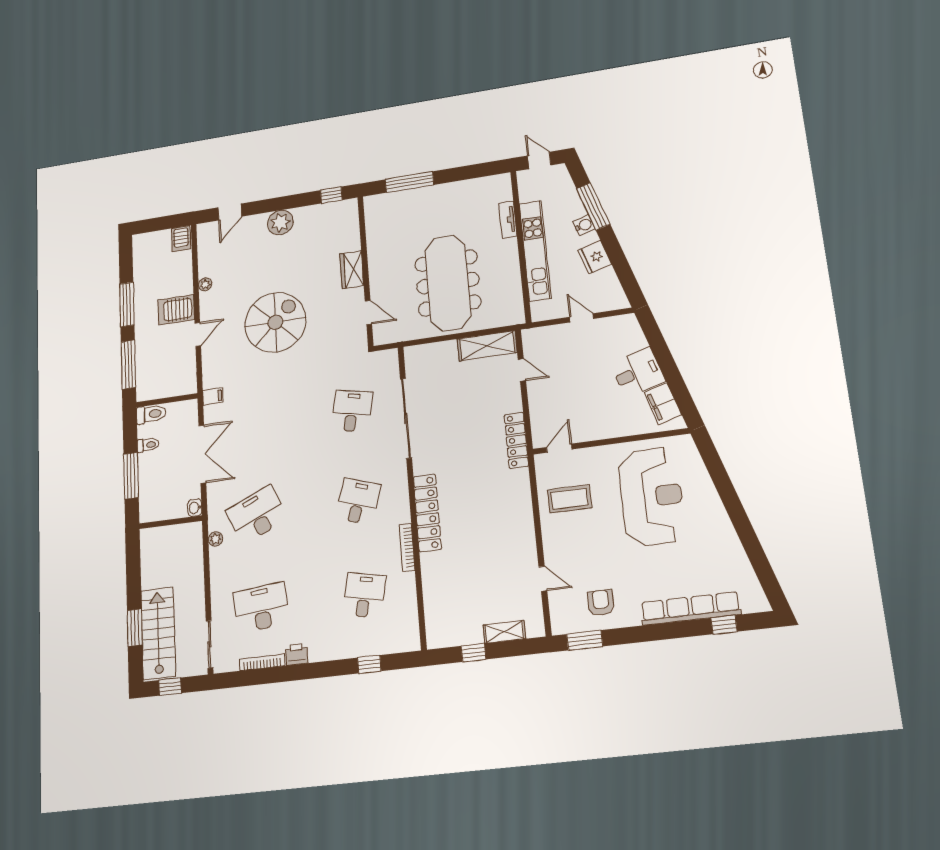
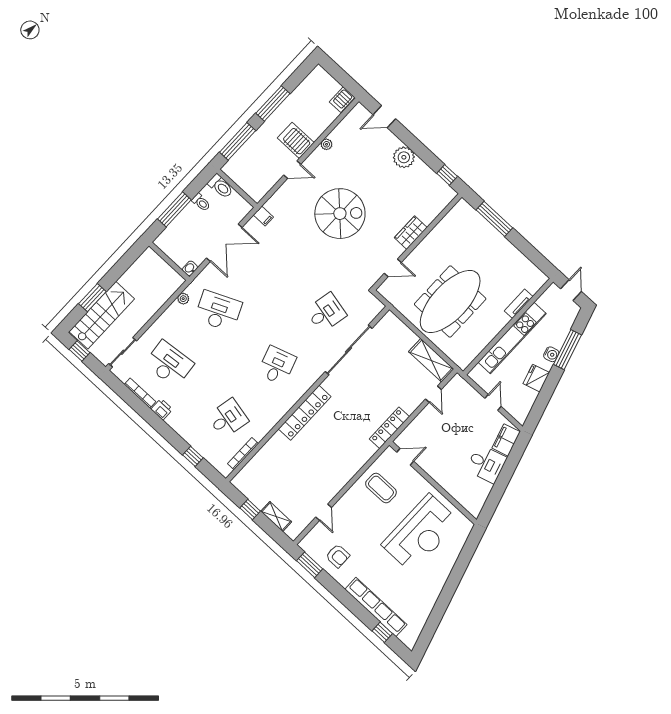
door: (368, 313) -> (393, 268), hinge flipped
filing cabinet: (663, 404) -> (506, 440), moved
desk: (358, 501) -> (277, 365), turned -36
bookcase: (407, 548) -> (243, 454), moved
armchair: (601, 603) -> (338, 556), turned 90

